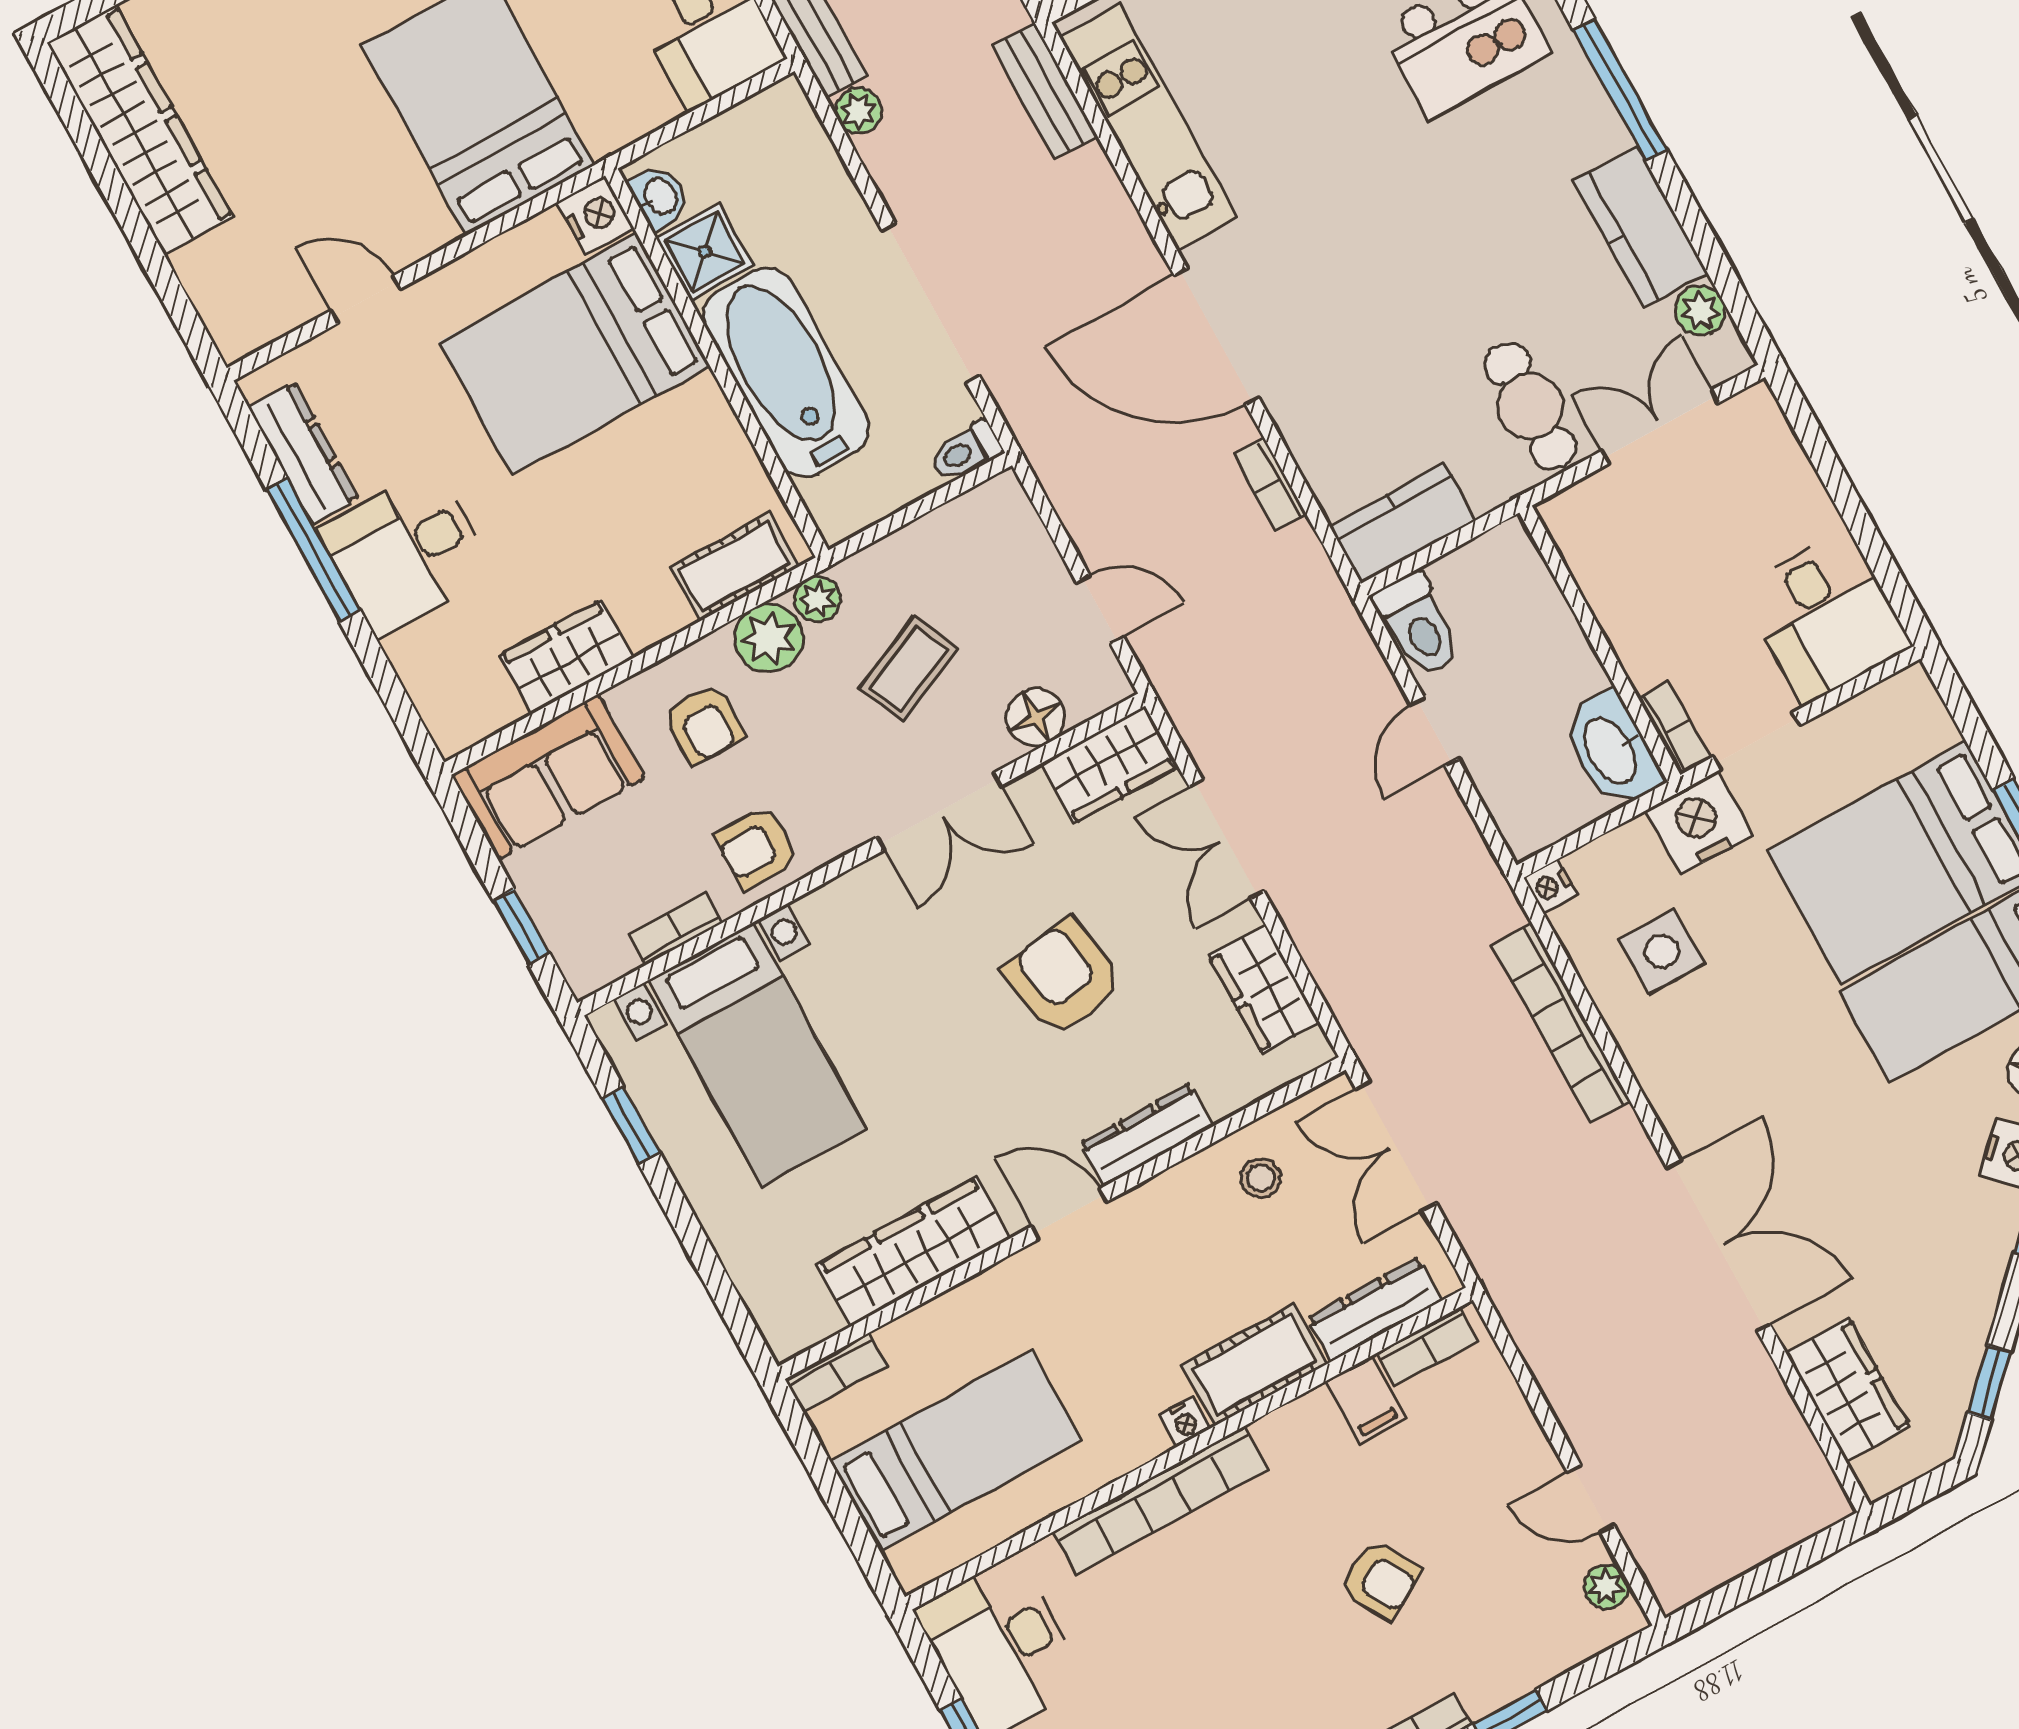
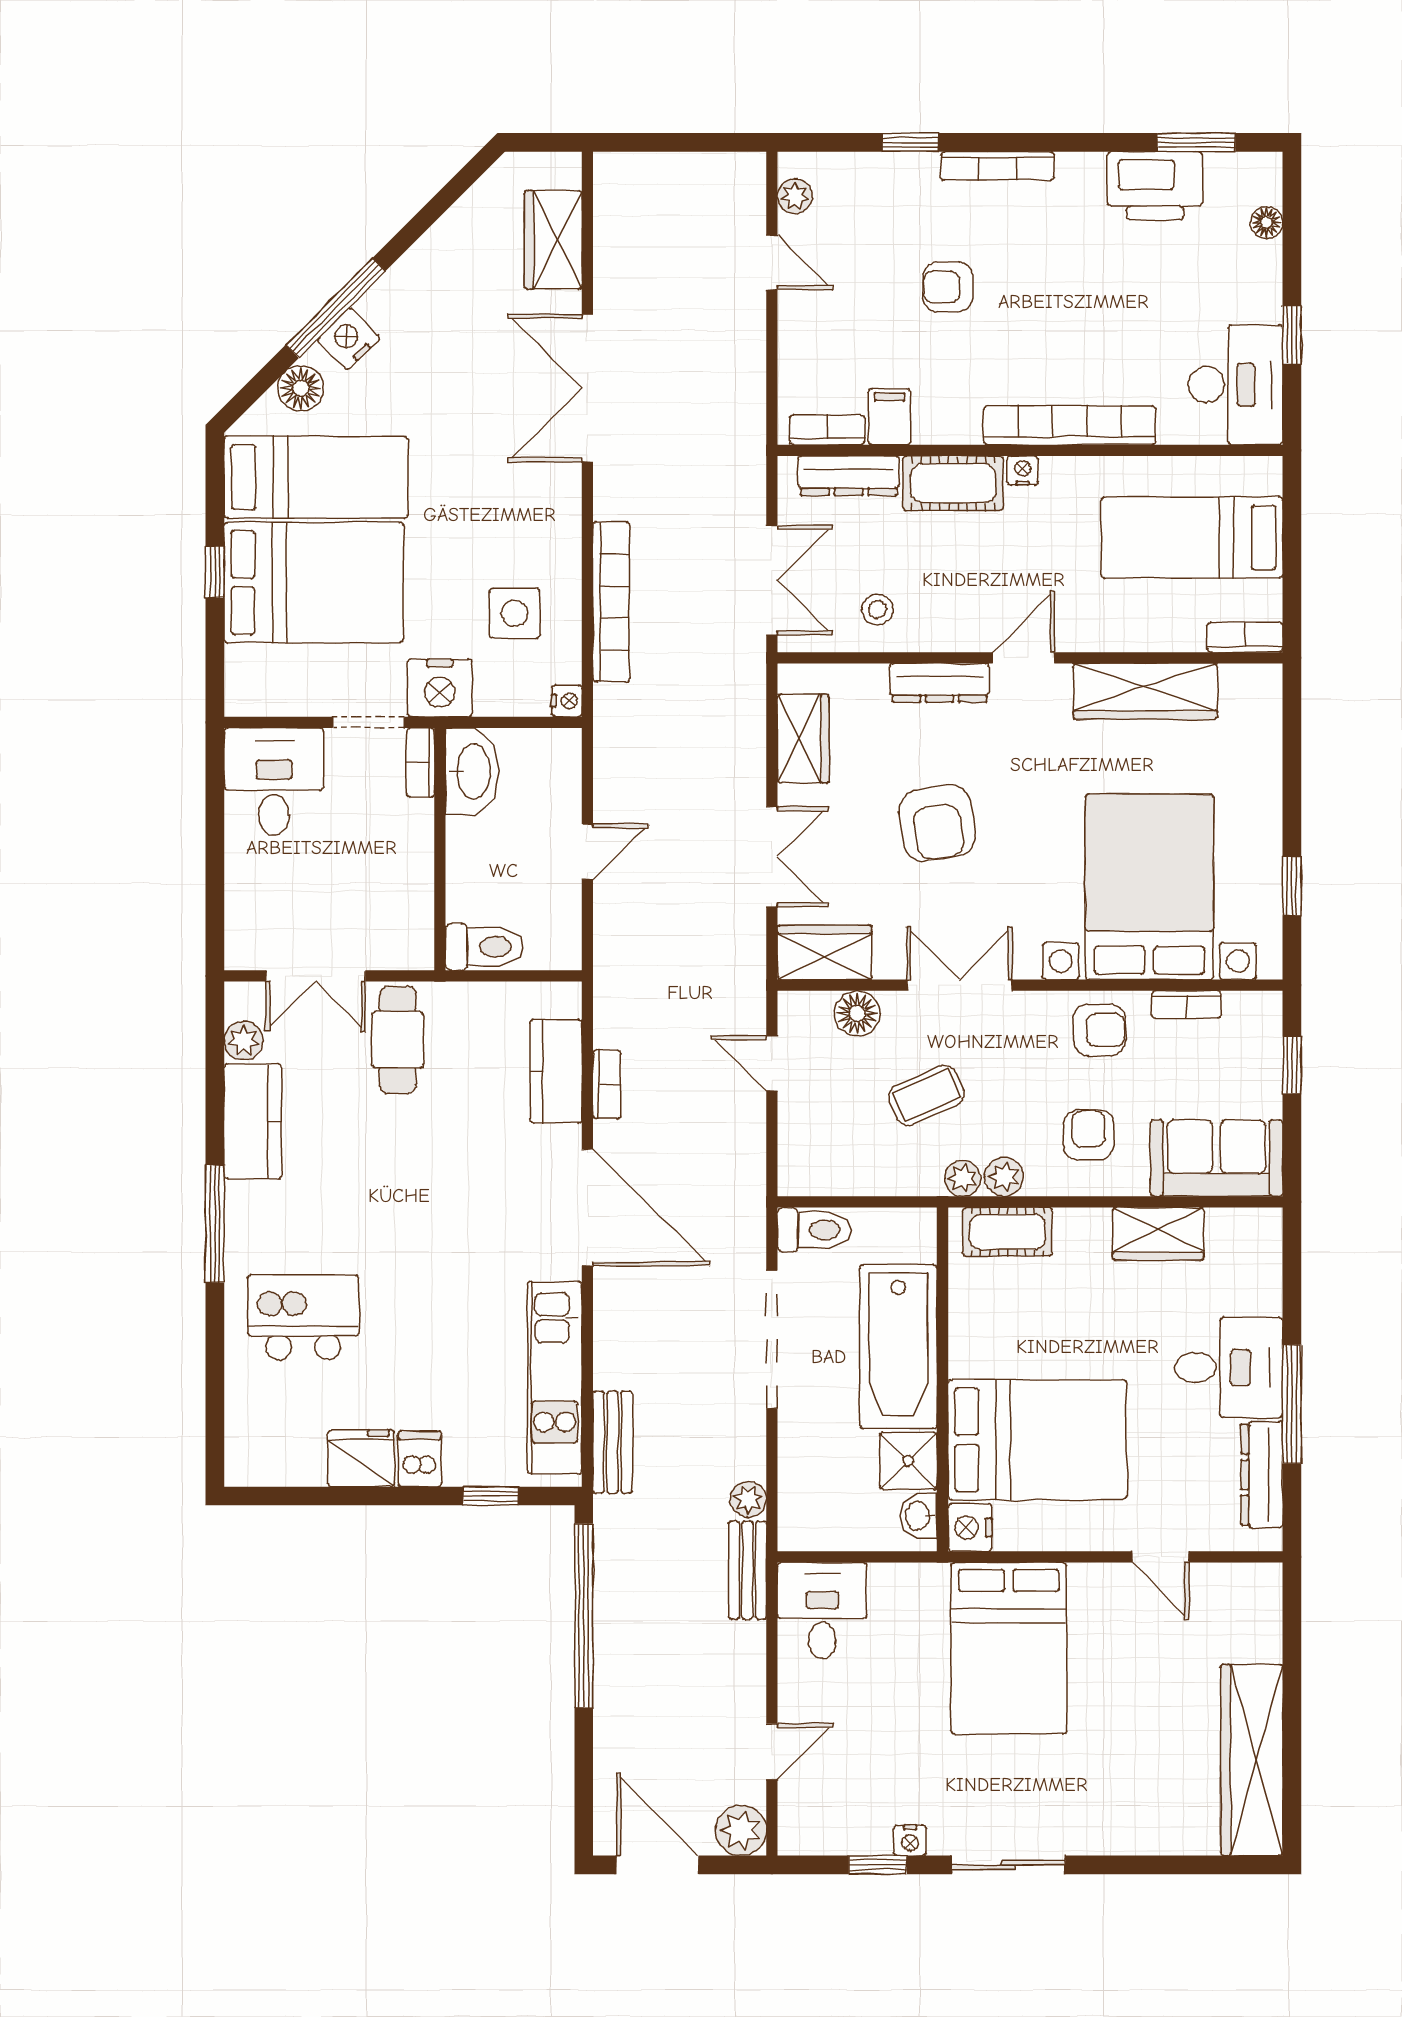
toilet: (966, 451) -> (814, 1230), width x1.37, depth x1.39
kitchen counter: (1403, 523) -> (556, 1071), moved, turned 90
toilet: (1418, 625) -> (484, 947), moved, turned 90
plant: (769, 638) -> (1004, 1177), width x0.73, depth x0.73
bed with nightstands: (757, 1054) -> (1149, 887), width x1.36
door: (1069, 1214) -> (1024, 658), swing flipped
window: (1989, 1383) -> (453, 191), removed
armchair: (1381, 1580) -> (948, 287), turned -59

